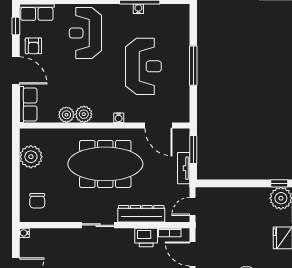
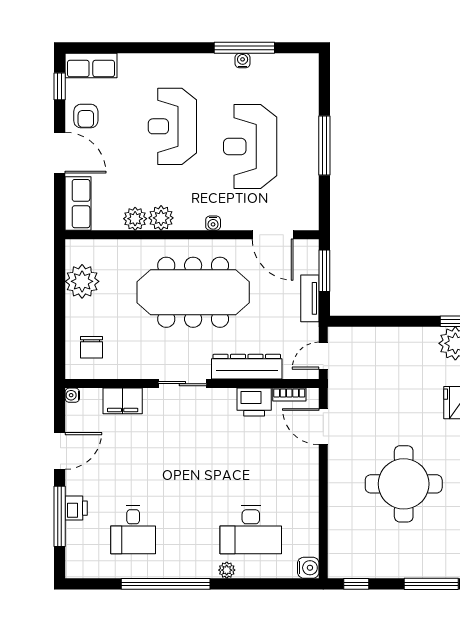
reception desk: (85, 33) -> (172, 126), moved
reception desk: (143, 66) -> (250, 146), turned 180
filing cabinet: (58, 237) -> (123, 401), added

